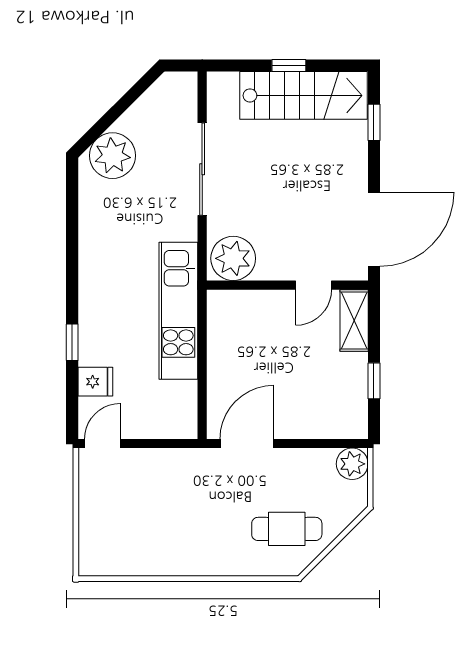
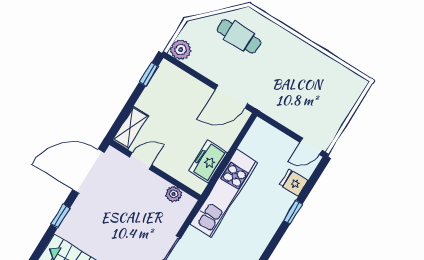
window: (374, 122) -> (60, 216), moved
plant: (233, 258) -> (174, 194), width x0.53, depth x0.53
freezer: (225, 340) -> (208, 161), added
window: (374, 381) -> (149, 74), moved

